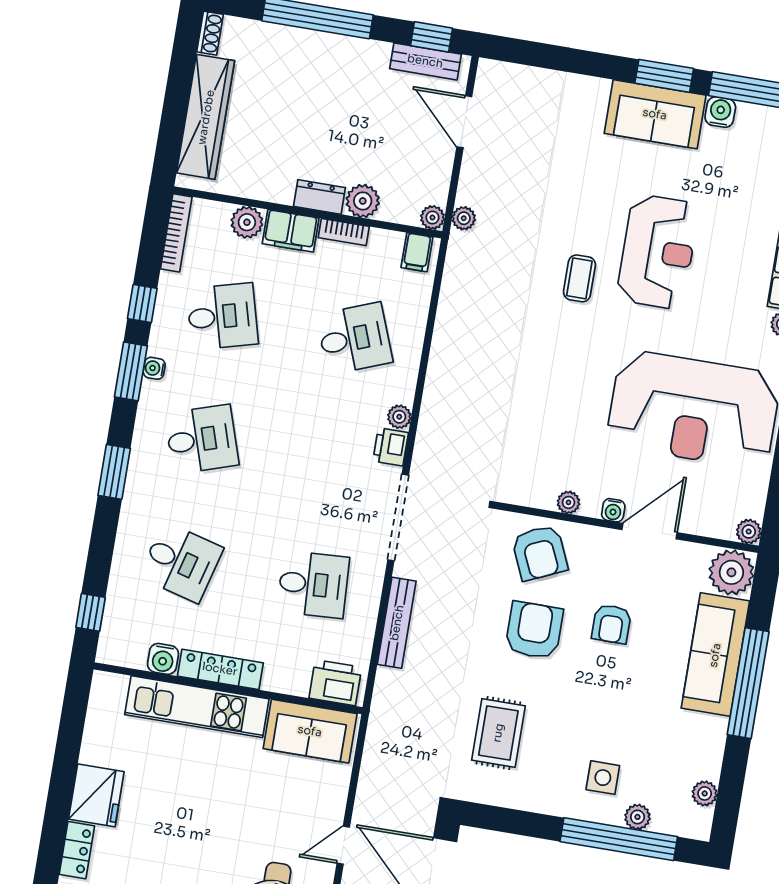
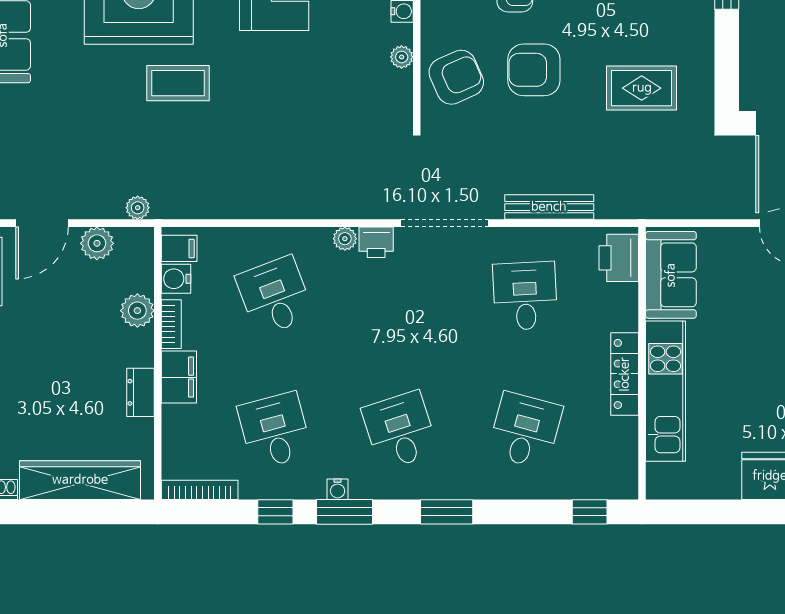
dresser: (319, 197) -> (141, 392), moved
plant: (432, 218) -> (97, 243), moved, width x1.38, depth x1.38
plant: (247, 222) -> (178, 422), removed
coffee table: (579, 278) -> (178, 83), width x1.36, depth x1.30
water cooler: (163, 659) -> (176, 279), moved, turned 180

